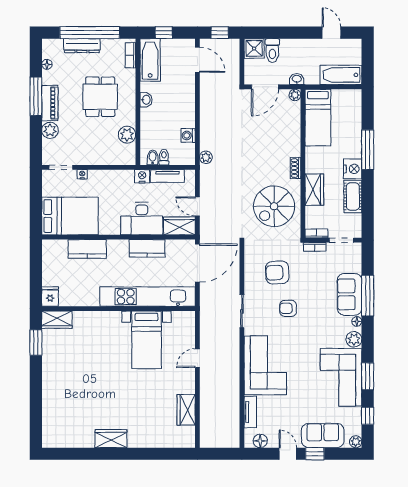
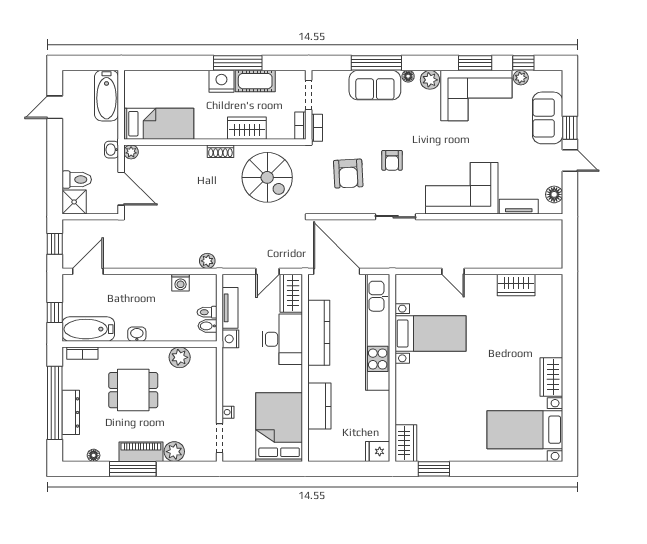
window: (368, 150) -> (238, 63), moved
kitchen counter: (147, 248) -> (319, 333), width x1.50
bed with nightstands: (68, 417) -> (525, 430), added
plant: (356, 442) -> (521, 78), moved
door: (288, 454) -> (570, 161), swing flipped

